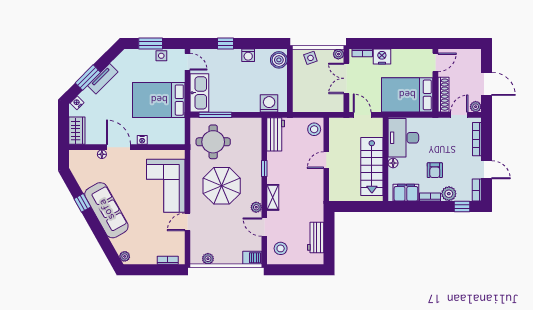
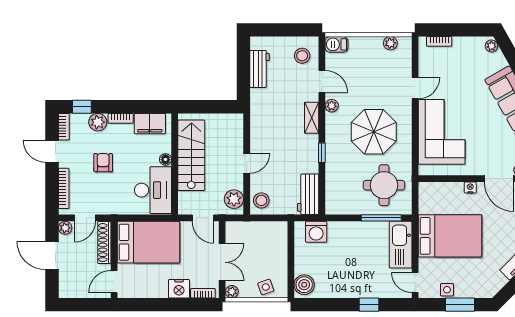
washing machine: (248, 55) -> (342, 290), removed
plant: (337, 130) -> (234, 199), added
armchair: (435, 170) -> (103, 163), moved

